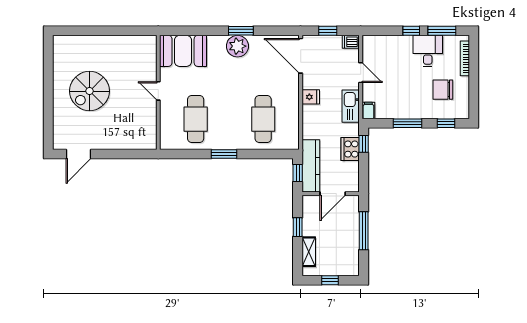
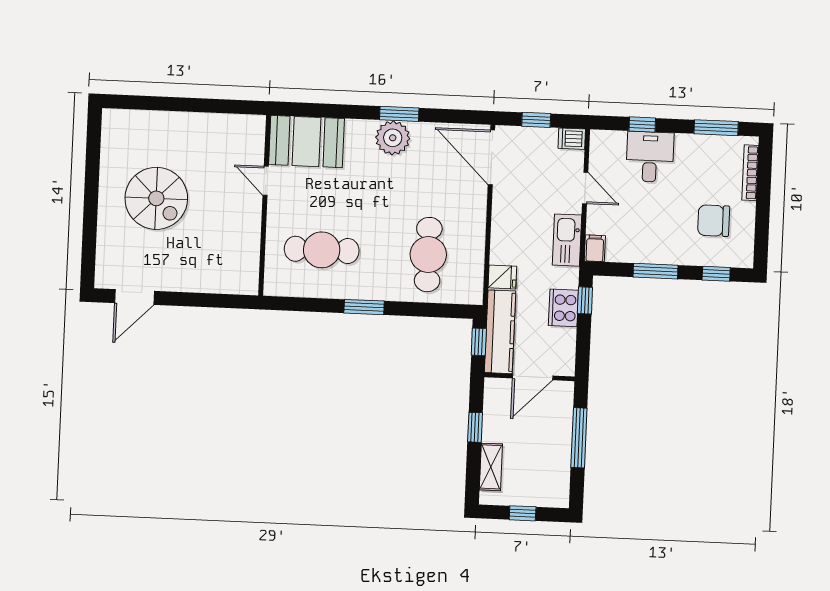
window: (411, 31) -> (642, 125), moved
desk: (428, 51) -> (650, 157), moved
spiral stairs: (90, 91) -> (156, 198), turned -90
door: (158, 91) -> (266, 181), moved
fridge: (311, 97) -> (502, 277), moved
cafe table: (196, 119) -> (322, 250), turned 90

